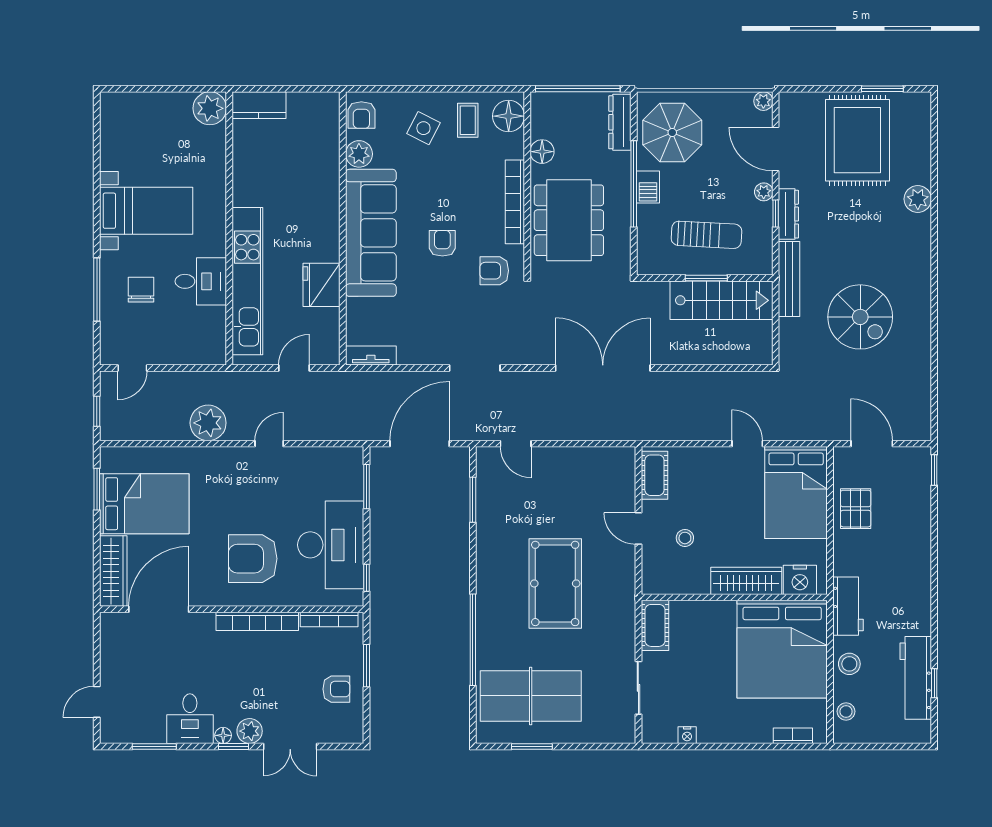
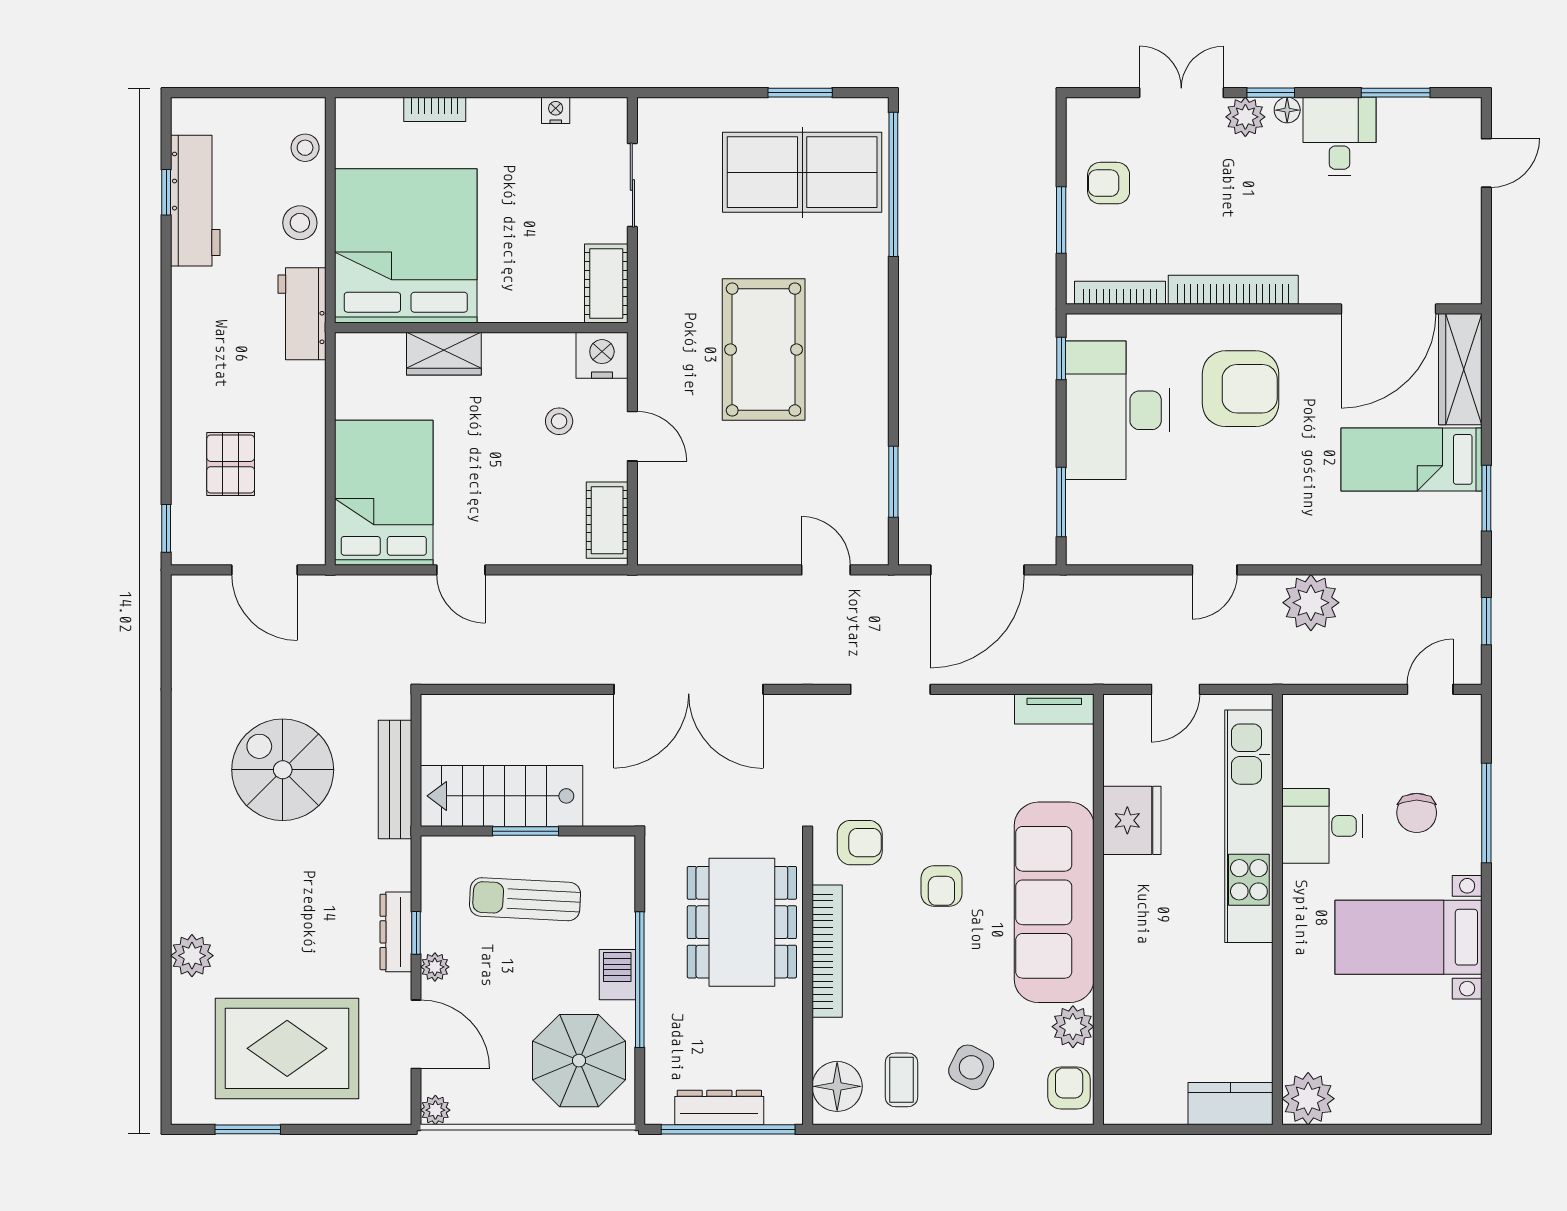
dresser: (620, 122) -> (719, 1107), moved, turned -90
rug: (857, 140) -> (287, 1048), turned 90
floor lamp: (542, 152) -> (784, 1030), removed
bench: (789, 279) -> (395, 780), moved
bed: (144, 504) -> (1411, 459), width x0.67
pallet: (856, 509) -> (231, 464), moved
nightstand: (800, 580) -> (602, 355), moved
wardrobe: (746, 581) -> (444, 354), width x0.67
window: (473, 640) -> (893, 184), moved
bookcase: (793, 736) -> (435, 109), moved

